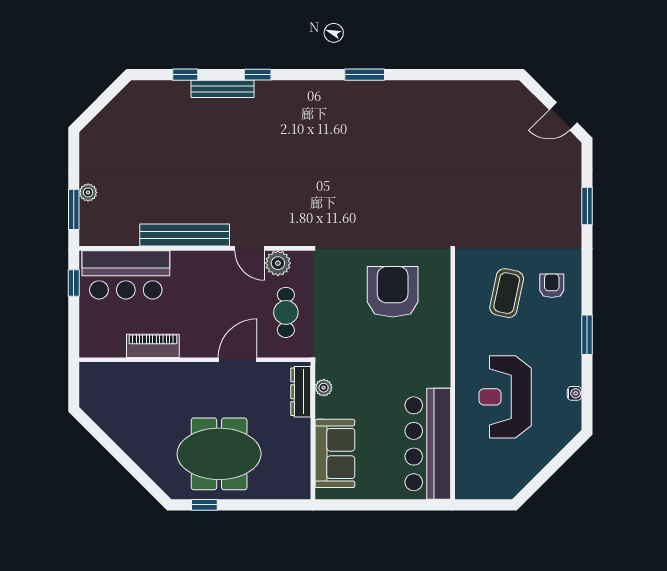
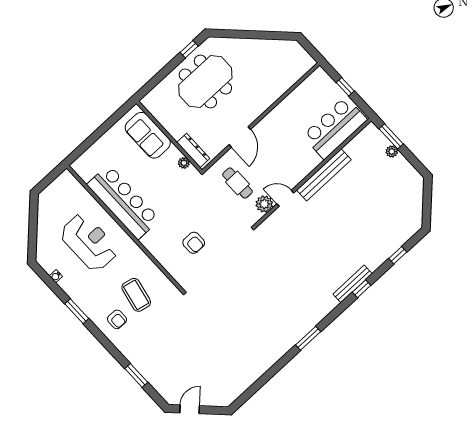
bench: (222, 89) -> (353, 284), moved
window: (74, 283) -> (345, 87), moved
armchair: (393, 292) -> (194, 243), width x0.53, depth x0.53
piano: (153, 346) -> (288, 105), removed
bar counter: (428, 444) -> (123, 202), moved

